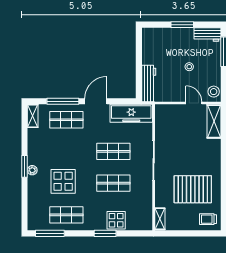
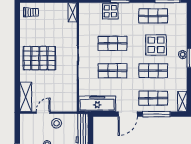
stool: (214, 92) -> (57, 123), moved
door: (194, 103) -> (43, 113), swing flipped
shop shelf: (66, 151) -> (153, 71), added
pallet: (193, 189) -> (39, 58), moved

